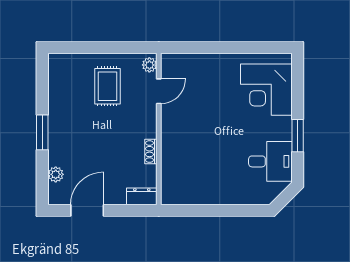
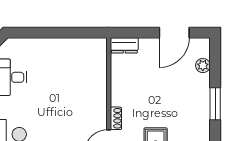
shoe rack: (151, 152) -> (116, 118), moved

